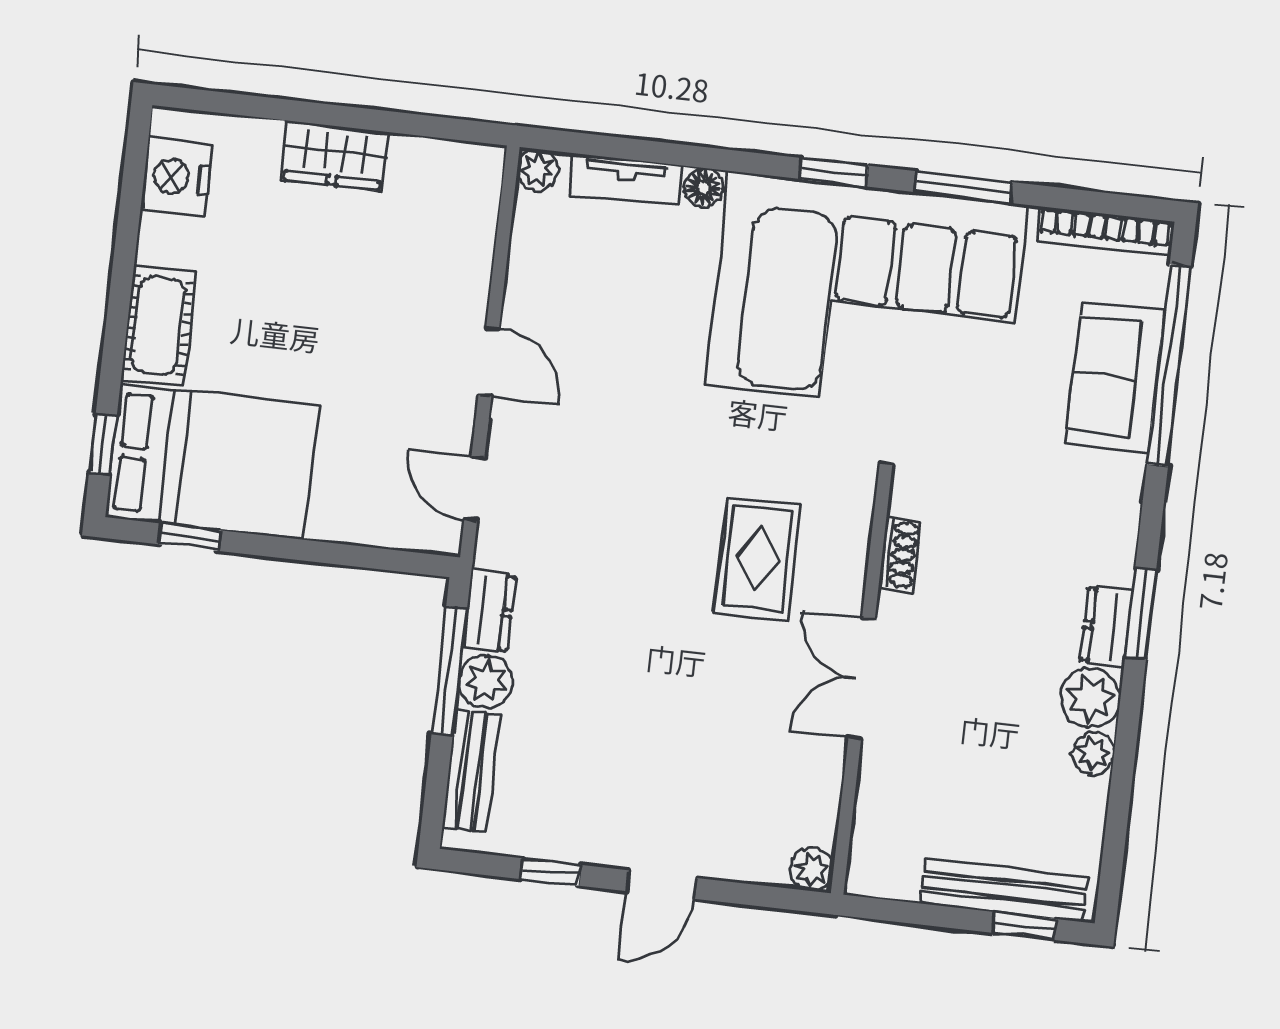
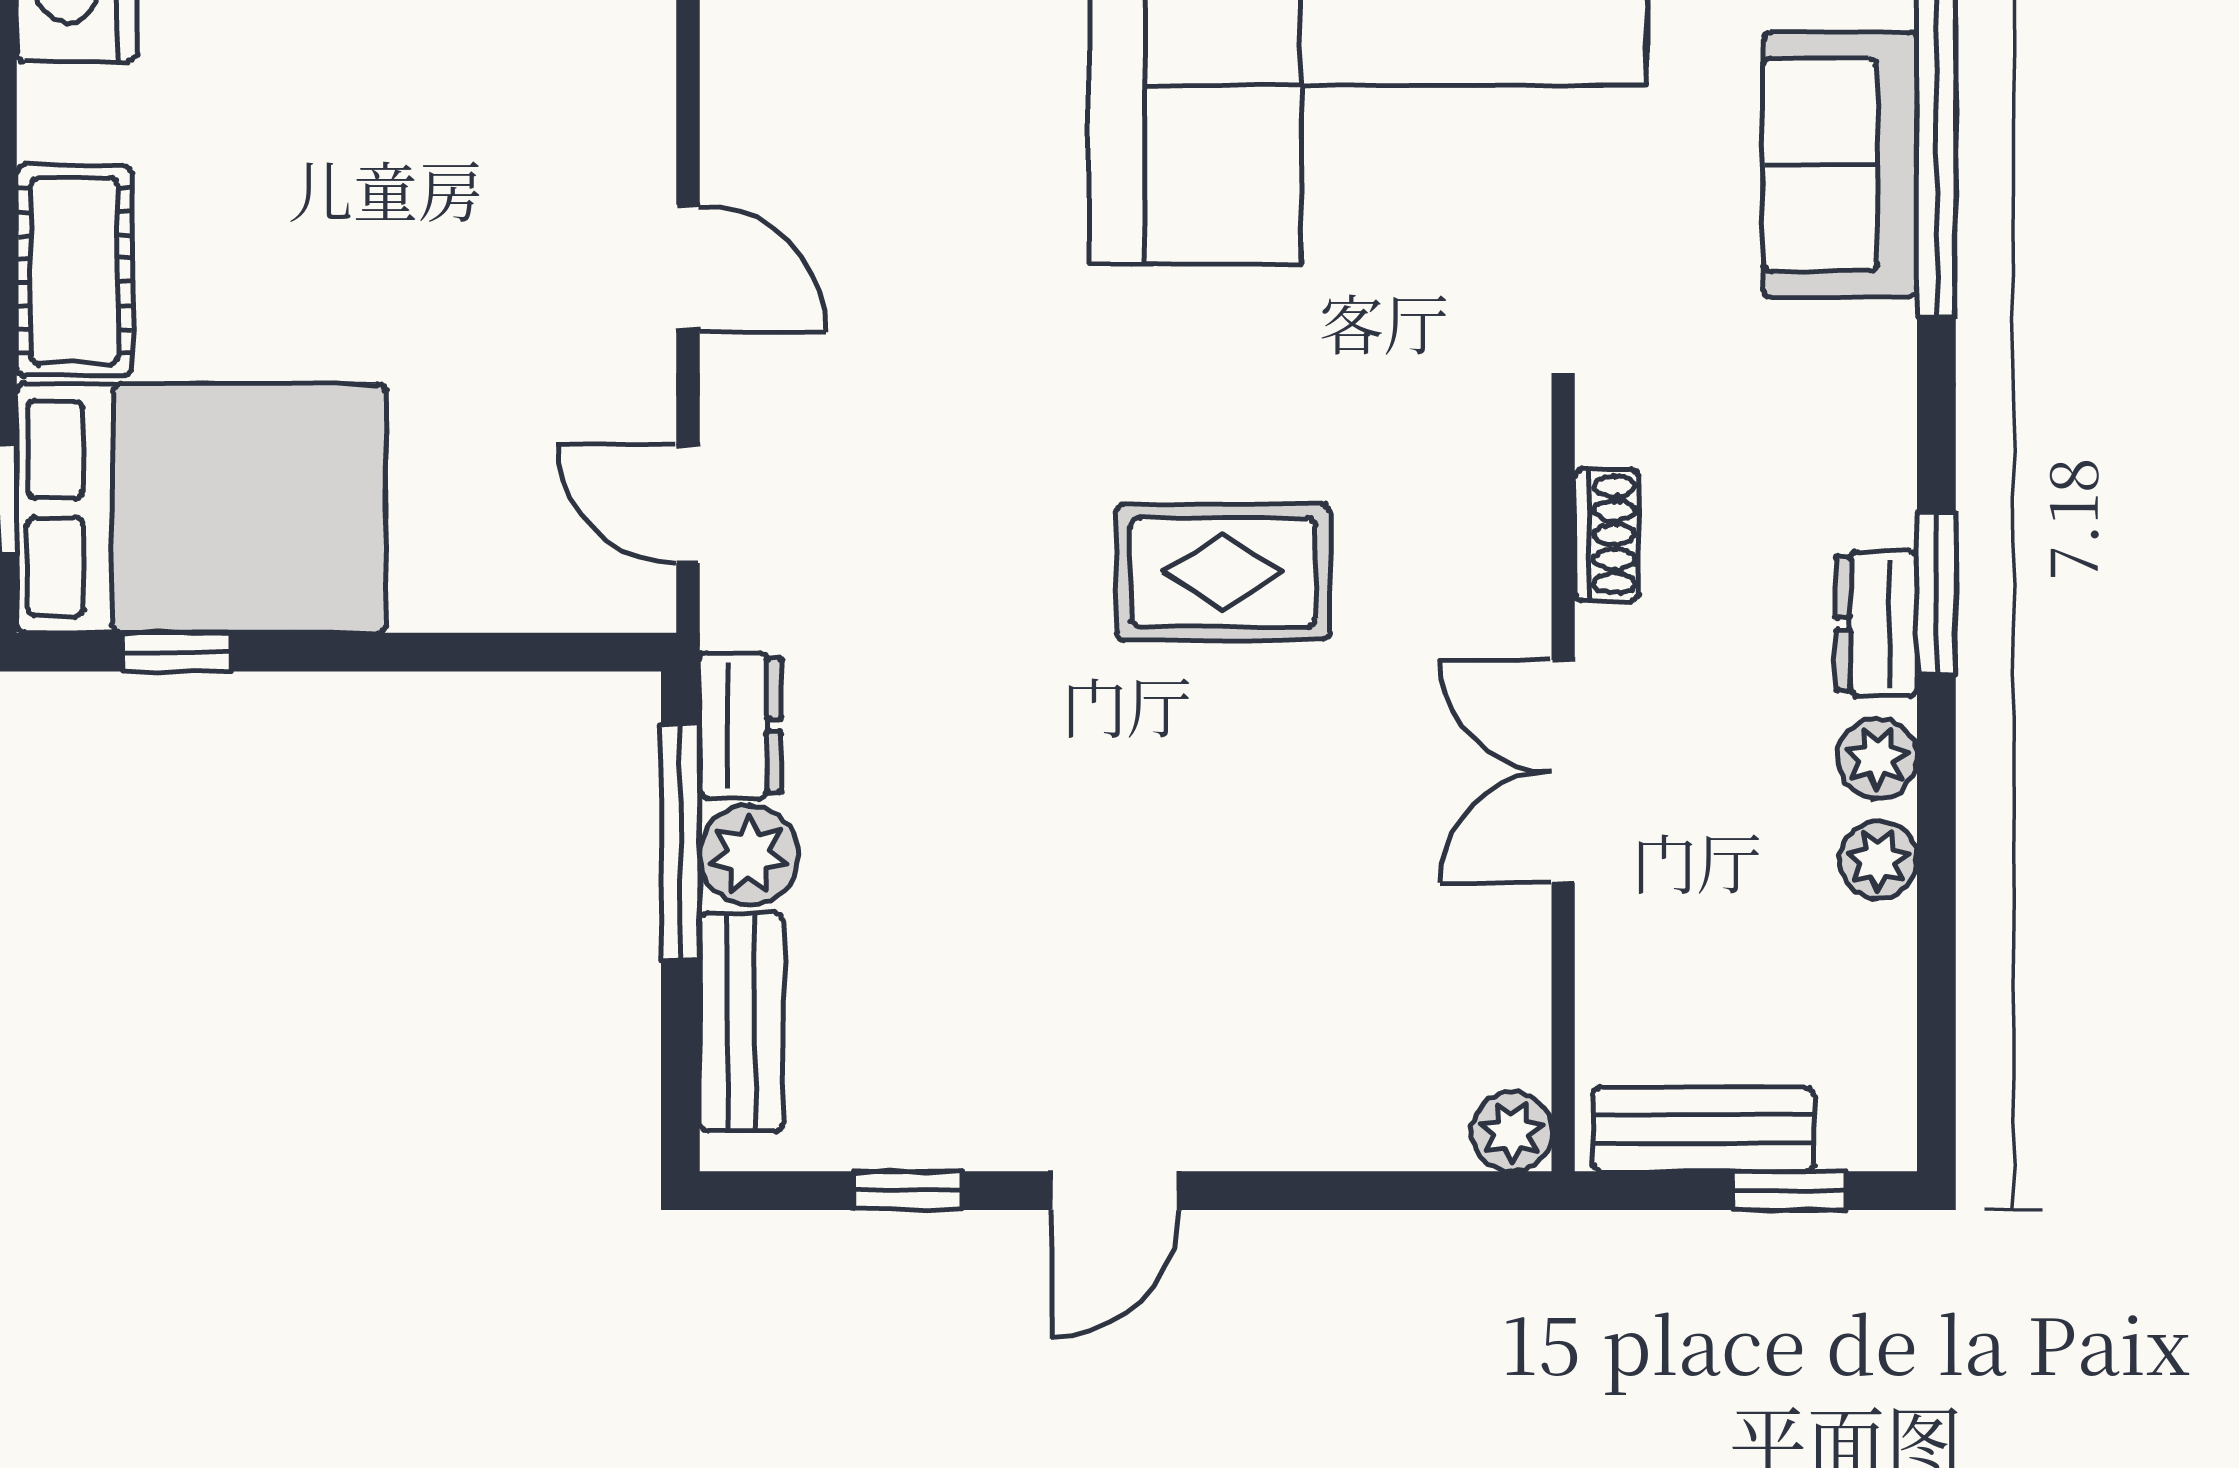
shoe rack: (900, 554) -> (1607, 535), moved
rug: (758, 558) -> (1223, 572), turned 90
double door: (862, 679) -> (1563, 771), moved
wall: (861, 686) -> (1563, 784), moved
plant: (1091, 698) -> (1877, 758), width x0.73, depth x0.73
plant: (812, 870) -> (1512, 1132), moved
bench: (1004, 890) -> (1703, 1129), width x0.73

